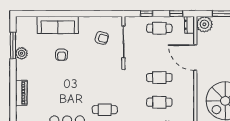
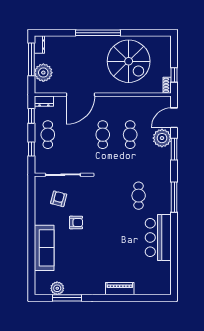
plant: (204, 24) -> (43, 73), moved
plant: (22, 53) -> (57, 288), moved
armchair: (62, 55) -> (76, 223), moved

